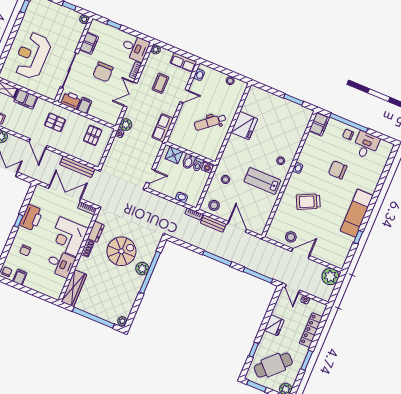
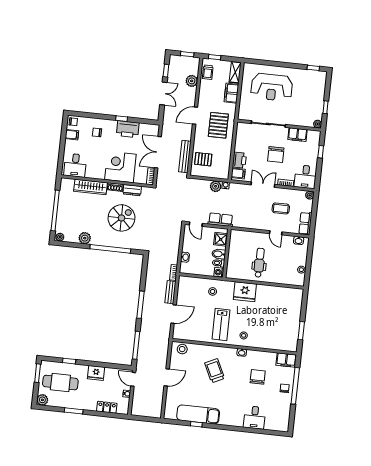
reception desk: (32, 56) -> (272, 87), turned 180
chair: (103, 72) -> (276, 154), turned -90
printer: (71, 100) -> (239, 160), moved
filing cabinet: (84, 106) -> (238, 173), moved
pallet: (55, 122) -> (218, 125), width x1.50, depth x1.42
dental chair: (210, 122) -> (259, 263), turned 40
plant: (126, 125) -> (216, 186), moved
fridge: (244, 126) -> (245, 292), moved
row of seats: (163, 128) -> (221, 220), moved
pallet: (93, 135) -> (203, 159), moved
desk: (366, 145) -> (254, 417), moved, turned 90
chair: (338, 170) -> (258, 377), moved
lab bench: (262, 181) -> (221, 324), turned 180
double door: (65, 193) -> (158, 152), swing flipped
stool: (214, 205) -> (187, 288), removed
exam couch: (357, 213) -> (198, 414), moved
stool: (291, 237) -> (182, 349), moved
spiral stairs: (121, 251) -> (122, 218), turned -90
door: (300, 253) -> (167, 377), hinge flipped
desk: (61, 264) -> (75, 165), moved
plant: (142, 269) -> (85, 238), moved
plant: (330, 276) -> (154, 410), removed
wardrobe: (74, 288) -> (91, 187), moved
door: (292, 289) -> (133, 379), hinge flipped
locker: (311, 330) -> (107, 407), width x0.66
cafe table: (273, 365) -> (60, 383), turned -45

